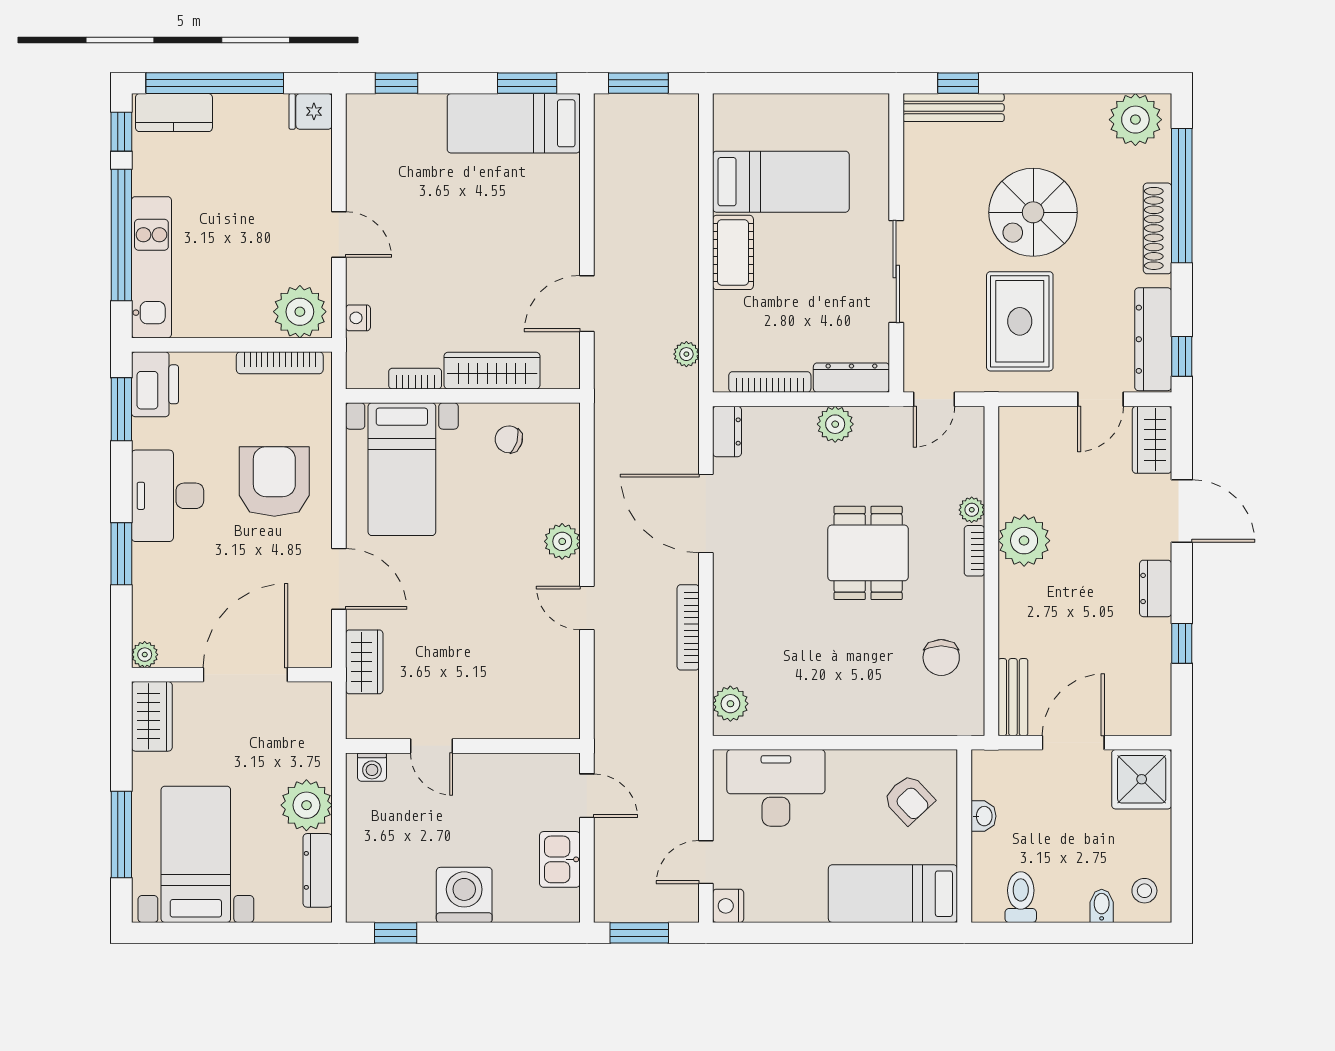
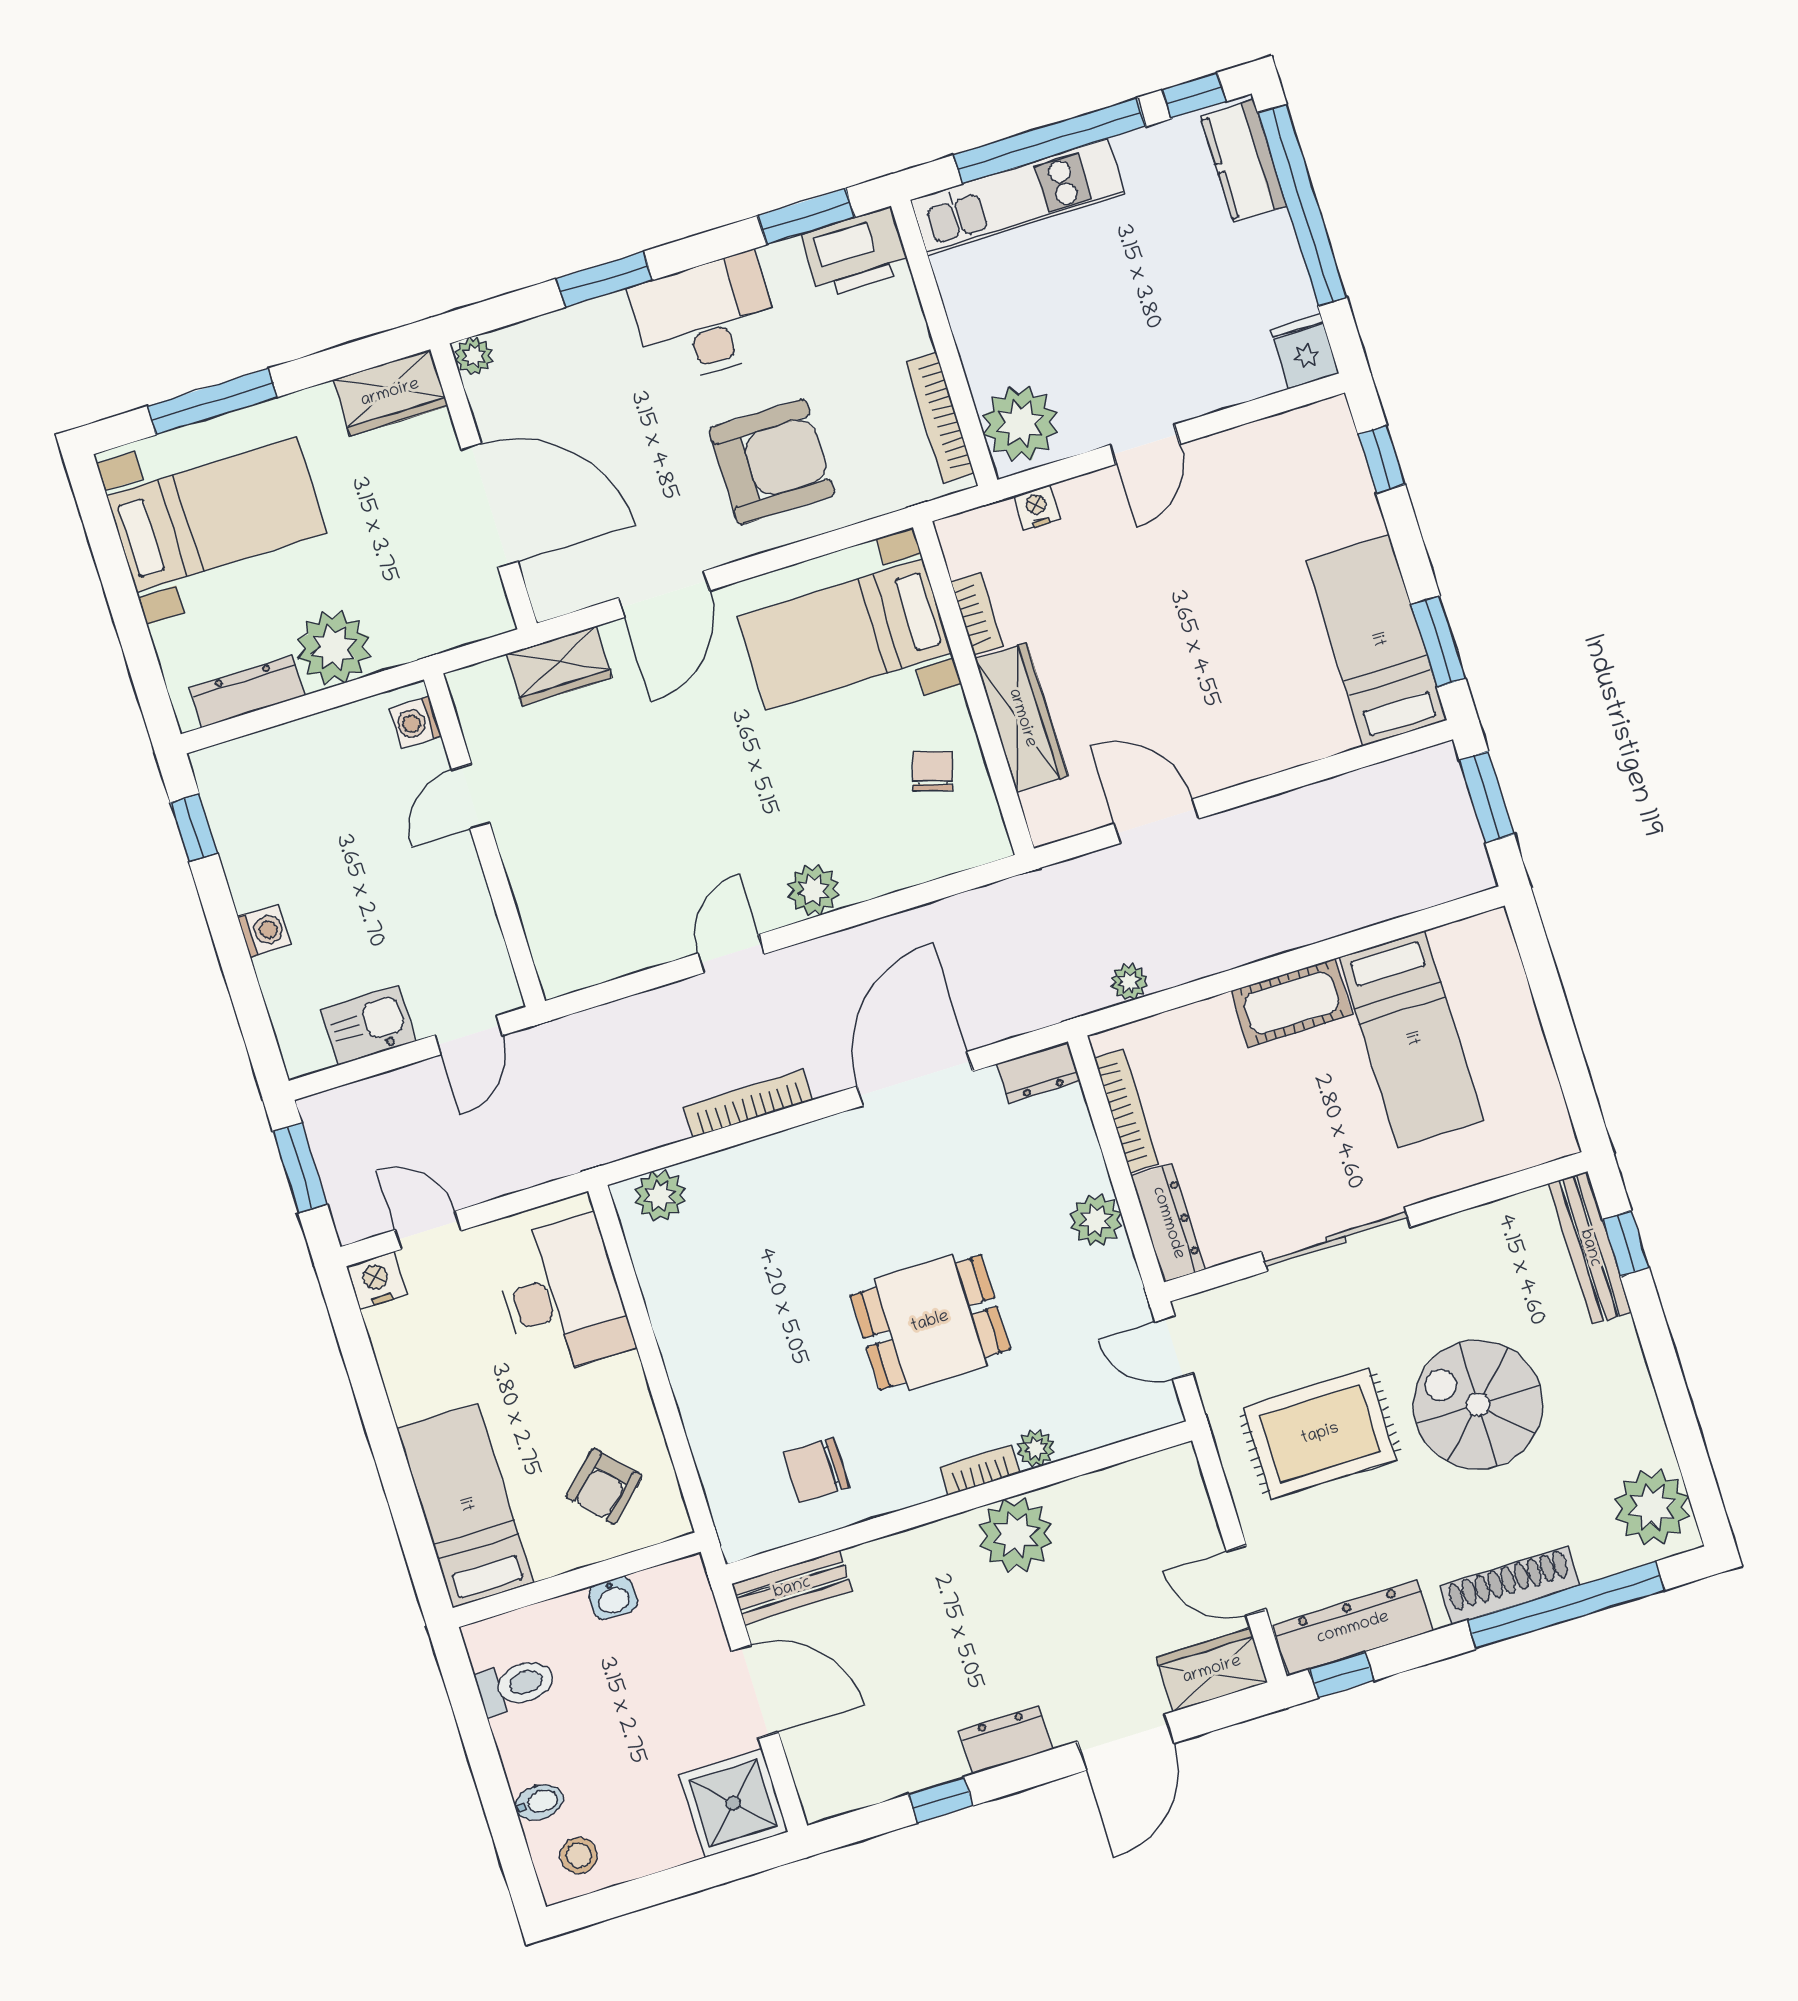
washing machine: (464, 895) -> (264, 931), width x0.53, depth x0.53

